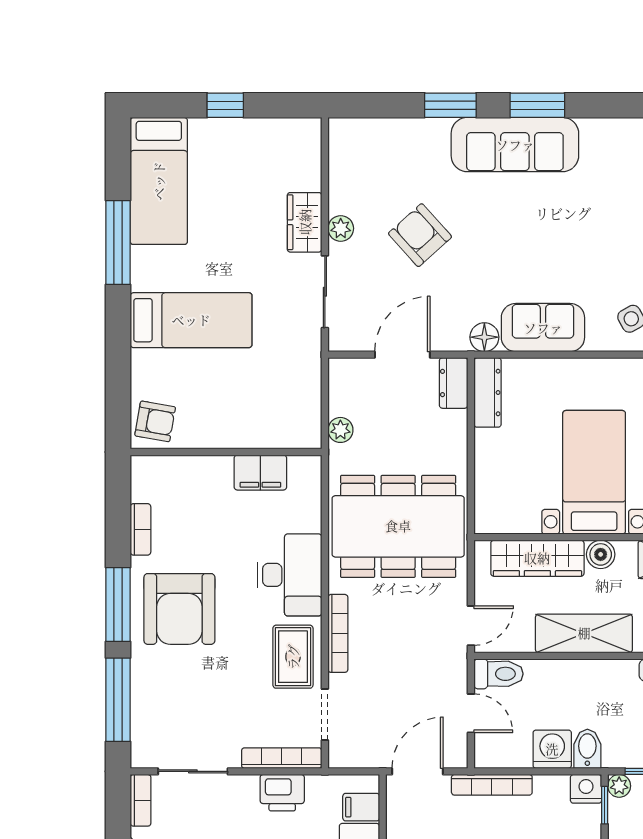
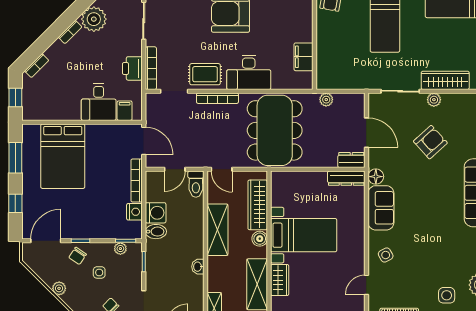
wardrobe: (305, 222) -> (445, 80), width x1.50
plant: (619, 786) -> (120, 249), moved
nightstand: (586, 789) -> (134, 212), moved

